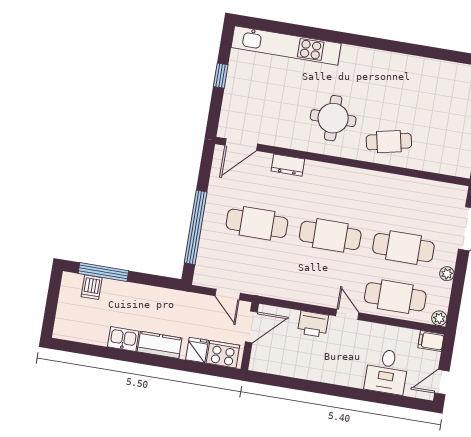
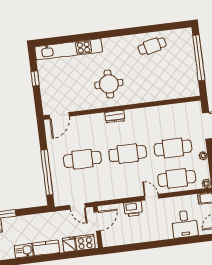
cafe table: (389, 142) -> (152, 46), moved
dresser: (288, 165) -> (115, 116), moved

